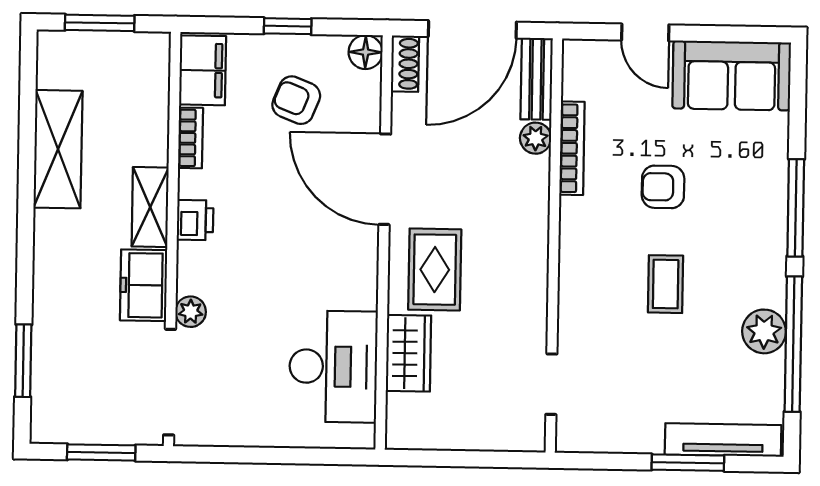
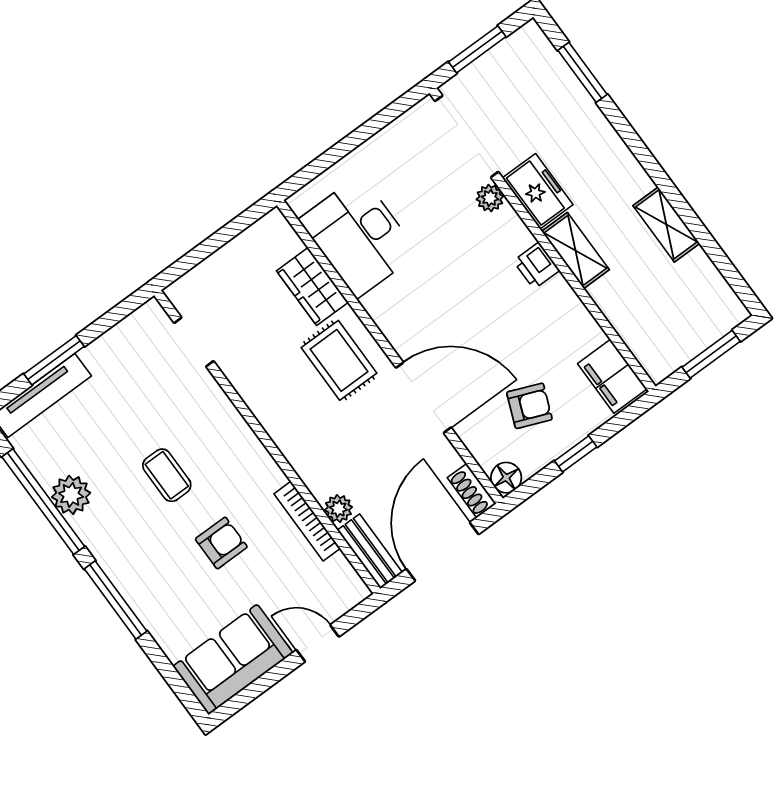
bookcase: (190, 138) -> (584, 322), removed
shelving: (58, 149) -> (666, 225), width x0.67, depth x0.75

